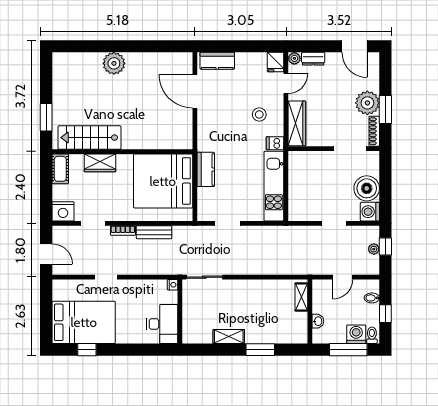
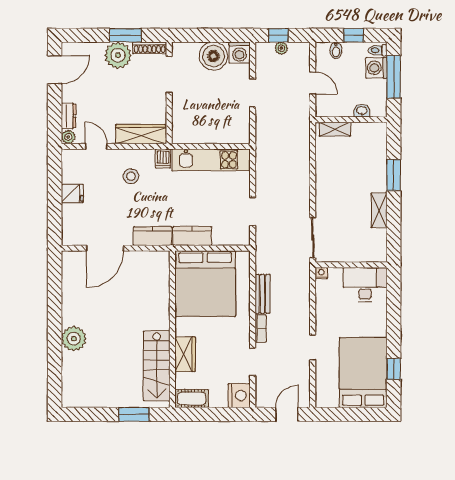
kitchen counter: (217, 61) -> (153, 236), moved, turned -90
fridge: (275, 62) -> (72, 193), moved

